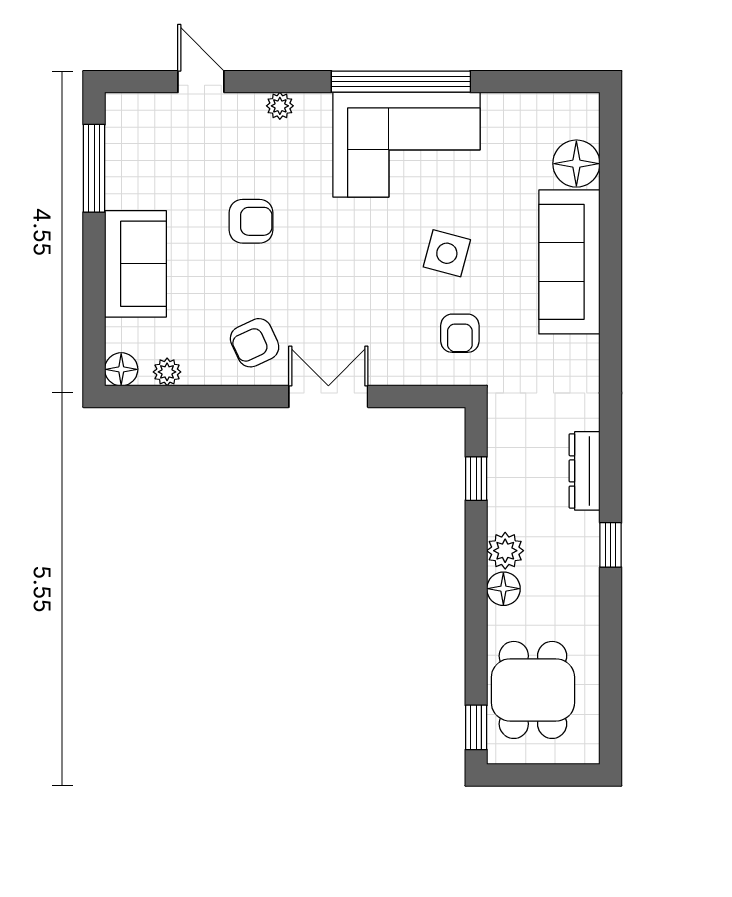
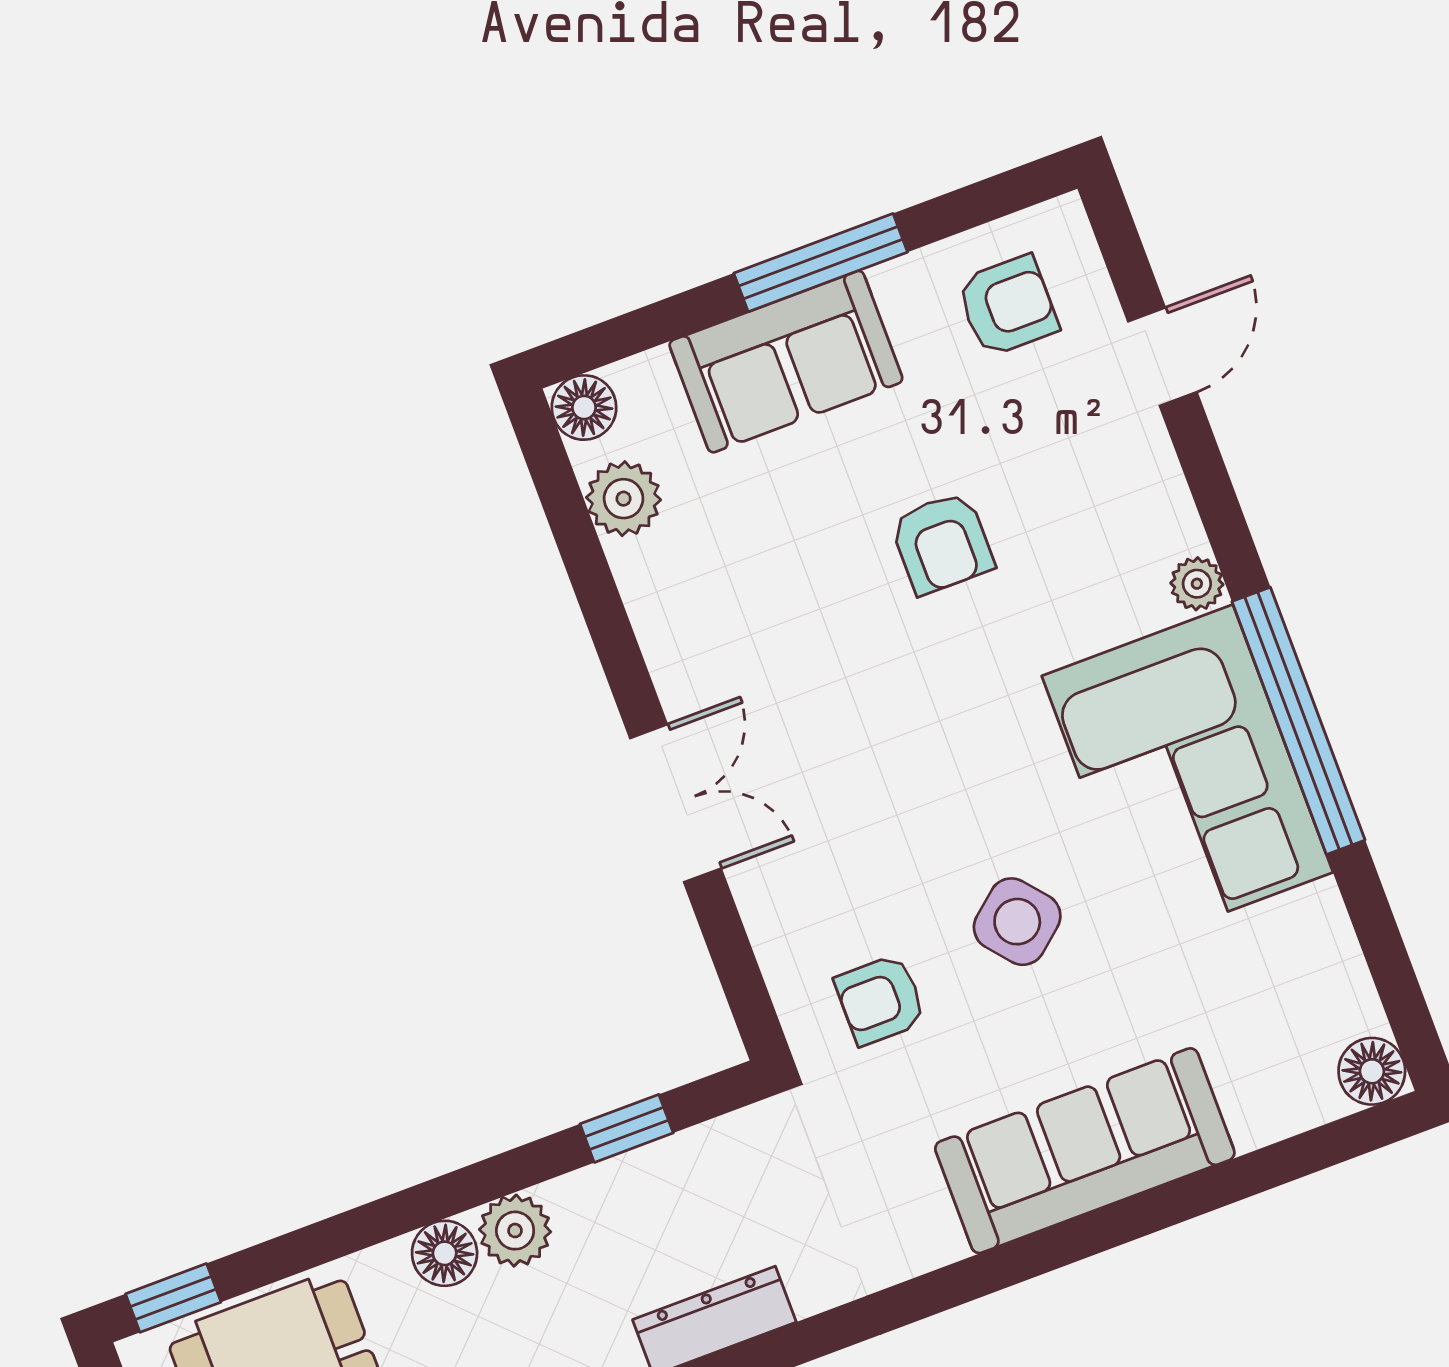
plant: (280, 106) -> (1197, 584), moved
floor lamp: (576, 164) -> (1372, 1071), moved, width x0.73, depth x0.73
window: (94, 168) -> (821, 263), moved
side table: (447, 253) -> (1017, 922), turned 35
armchair: (255, 343) -> (1008, 306), moved, turned 115
plant: (167, 372) -> (624, 499), width x1.38, depth x1.38

